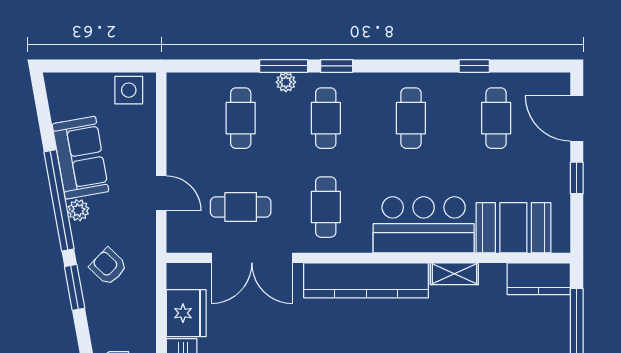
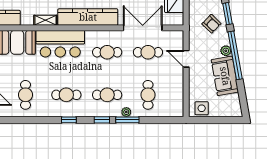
window: (474, 66) -> (69, 120), moved
cafe table: (326, 118) -> (107, 95), turned 90
cafe table: (411, 118) -> (66, 95), turned 90
cafe table: (326, 207) -> (107, 52), turned 90

